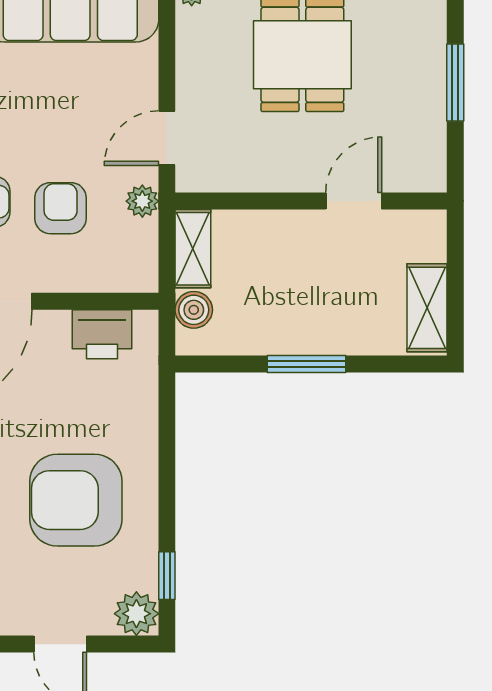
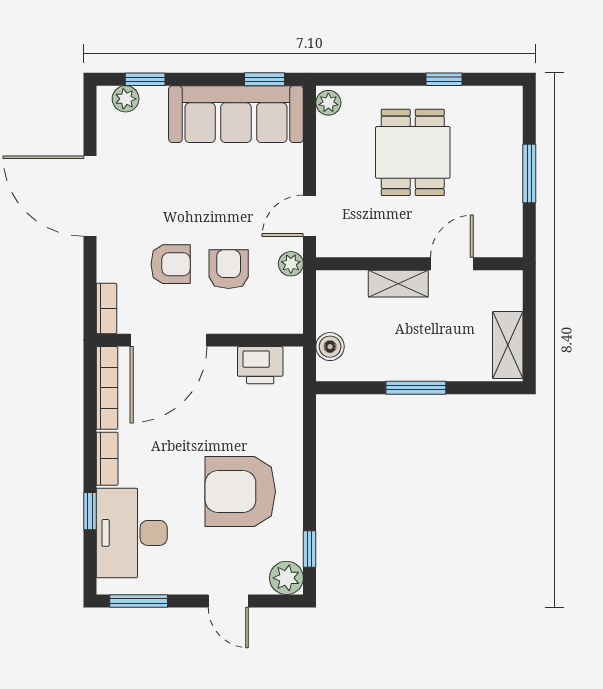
shelving: (193, 249) -> (398, 284), moved, turned 90

